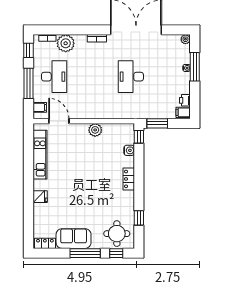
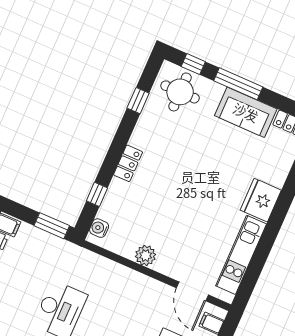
window: (139, 137) -> (97, 194), moved
water cooler: (129, 150) -> (99, 228), moved
fridge: (40, 197) -> (261, 200), width x1.88, depth x1.34

